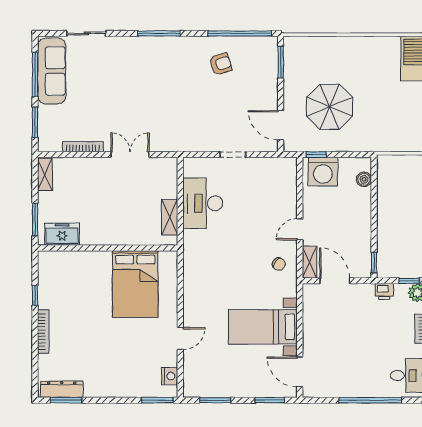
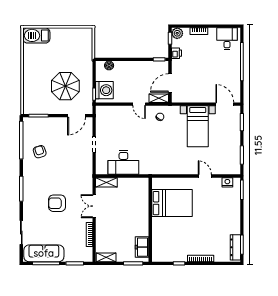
armchair: (135, 93) -> (57, 203), added
shelving: (170, 217) -> (106, 182), moved
door: (300, 372) -> (225, 104), swing flipped

